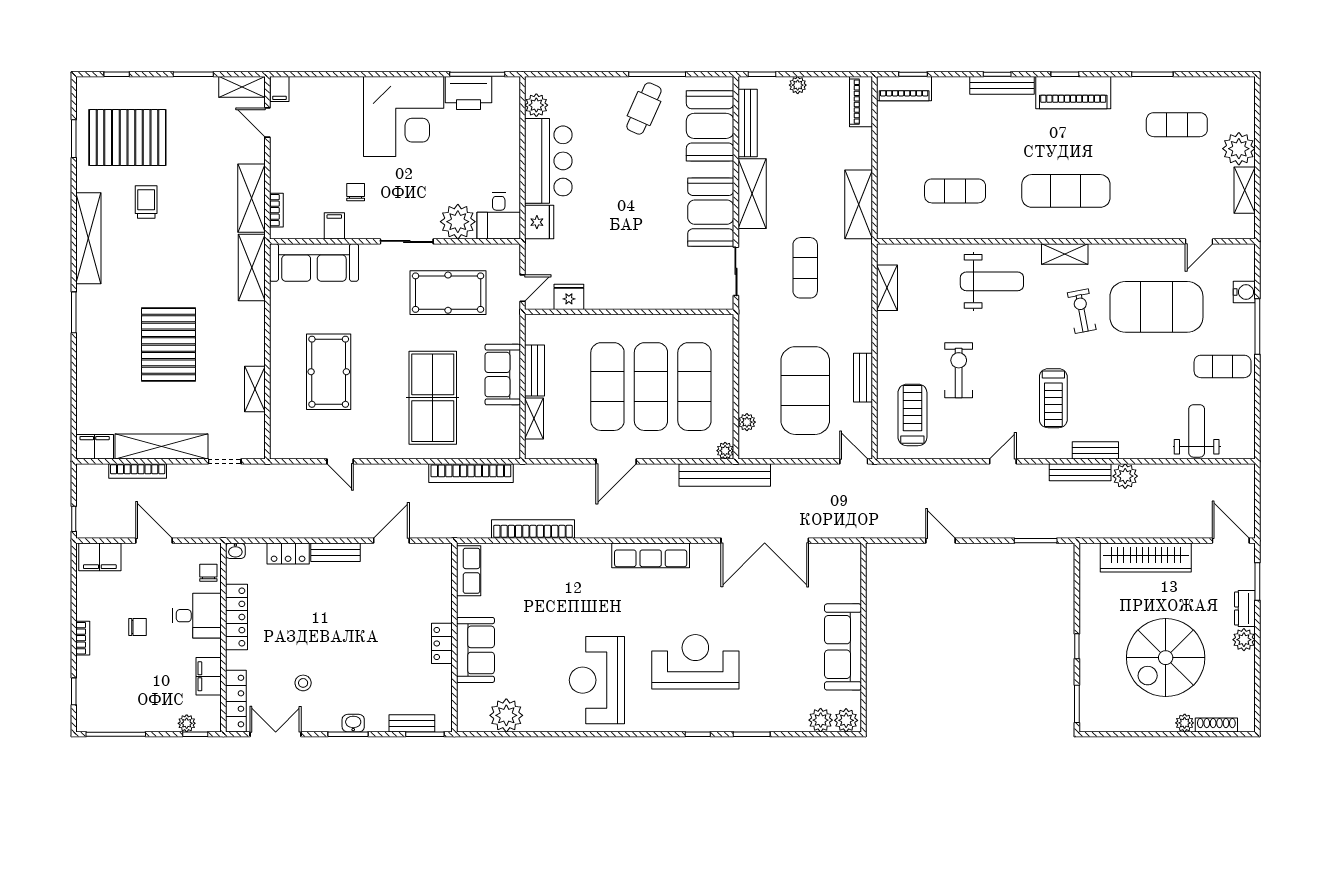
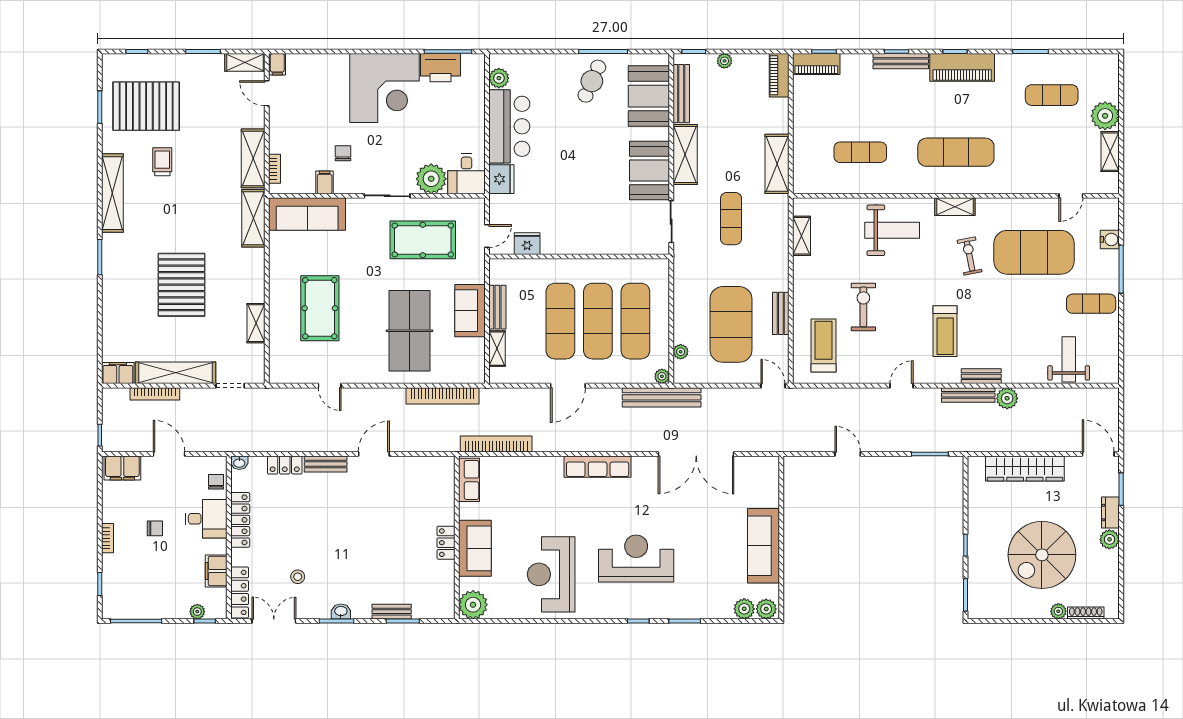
row of seats: (469, 571) -> (469, 480), moved
wall: (454, 637) -> (457, 537), moved
locker: (442, 643) -> (446, 543), moved
sofa: (475, 650) -> (475, 548), moved

